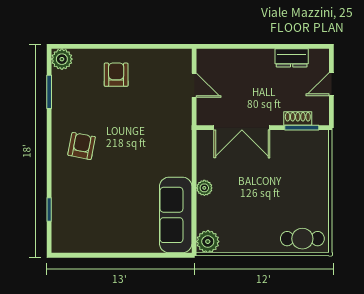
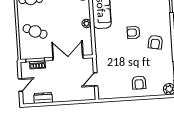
door: (194, 85) -> (96, 79), hinge flipped
armchair: (120, 166) -> (134, 32), added
cafe table: (298, 180) -> (35, 31), added

